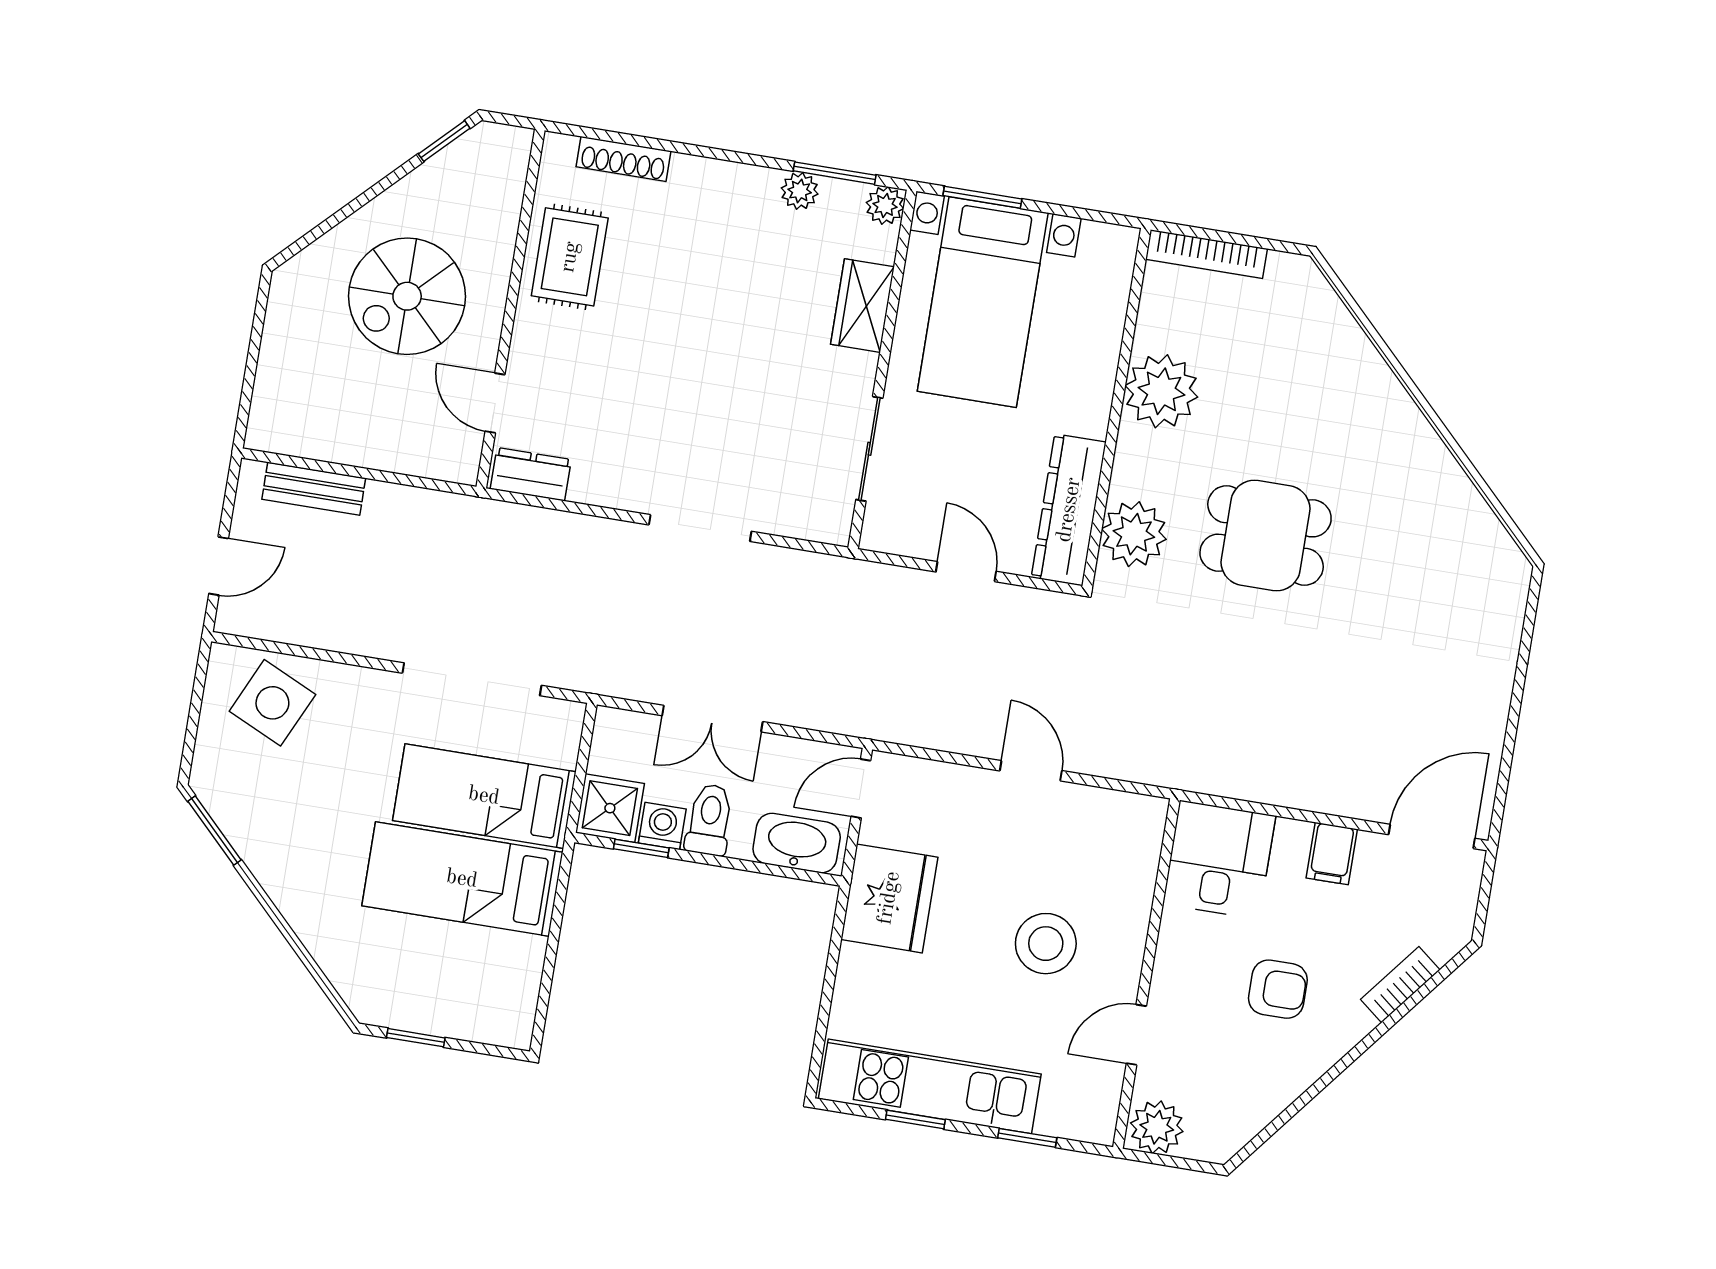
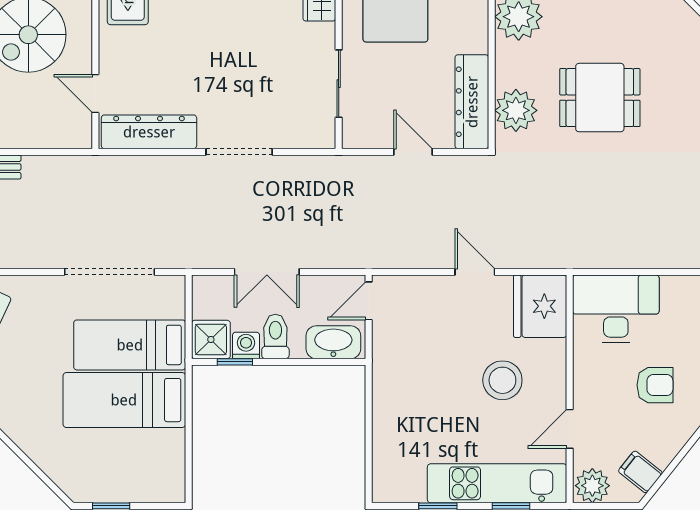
dresser: (531, 474) -> (149, 132), width x1.96, depth x1.24
filing cabinet: (1332, 854) -> (640, 472), moved, turned 129
desk: (1219, 860) -> (616, 309), width x1.37
fridge: (889, 898) -> (540, 306), moved, turned 180
kitchen unit: (930, 1086) -> (497, 483), moved

